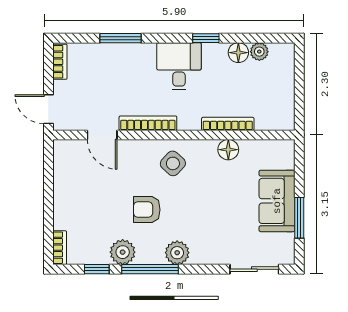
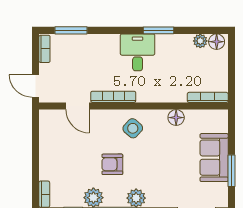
window: (120, 38) -> (71, 30), moved
window: (206, 38) -> (158, 30), width x1.50
floor lamp: (238, 53) -> (217, 42), moved
bookcase: (228, 124) -> (208, 97), moved

